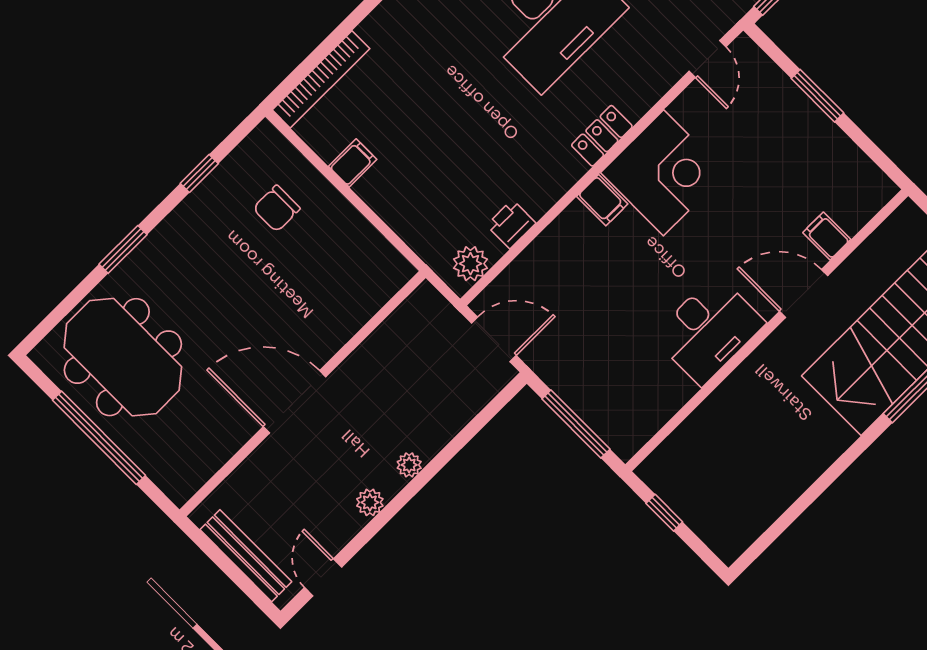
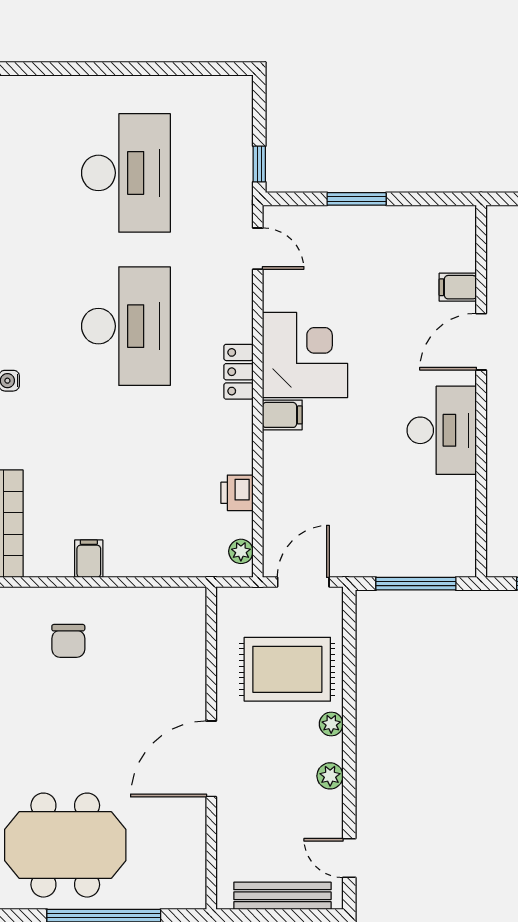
plant: (470, 264) -> (241, 551), width x0.73, depth x0.73
rug: (417, 392) -> (287, 669), added

